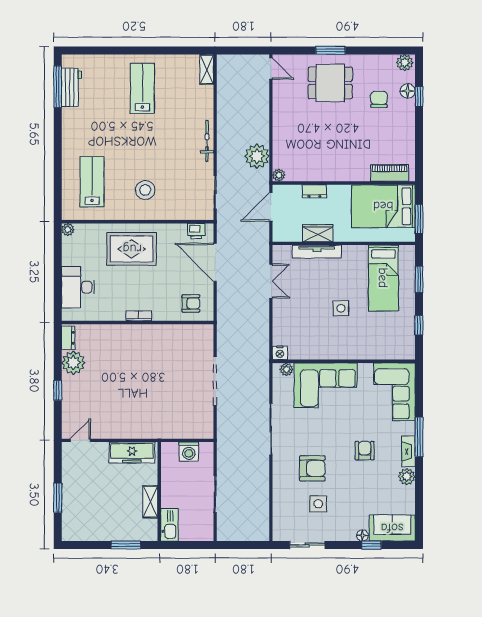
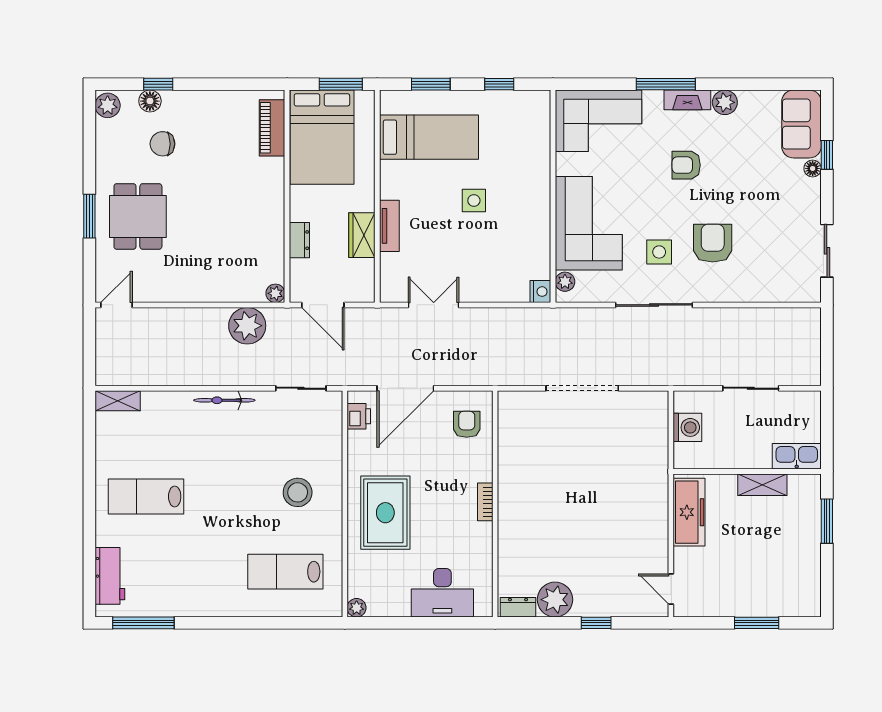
workbench: (71, 87) -> (110, 576), moved, turned 90
tv unit: (317, 252) -> (389, 226), width x0.71
side table: (318, 504) -> (659, 252), moved

